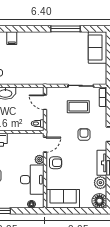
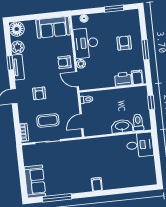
window: (66, 29) -> (57, 198), moved
filing cabinet: (12, 38) -> (97, 184), moved
door: (45, 102) -> (81, 121), swing flipped
door: (45, 145) -> (77, 79), hinge flipped

